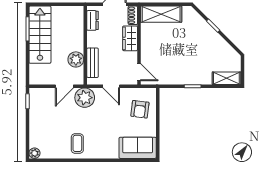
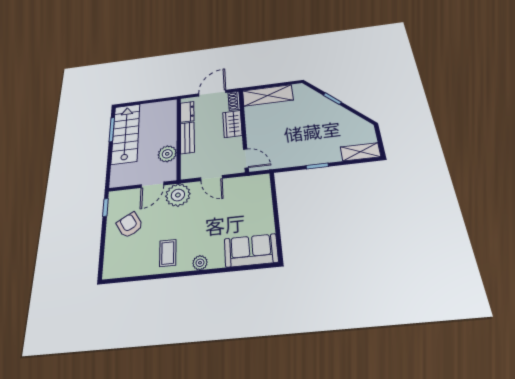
bench: (93, 63) -> (187, 138), moved
armchair: (140, 109) -> (130, 225), moved, turned 143
plant: (34, 153) -> (200, 263), moved

